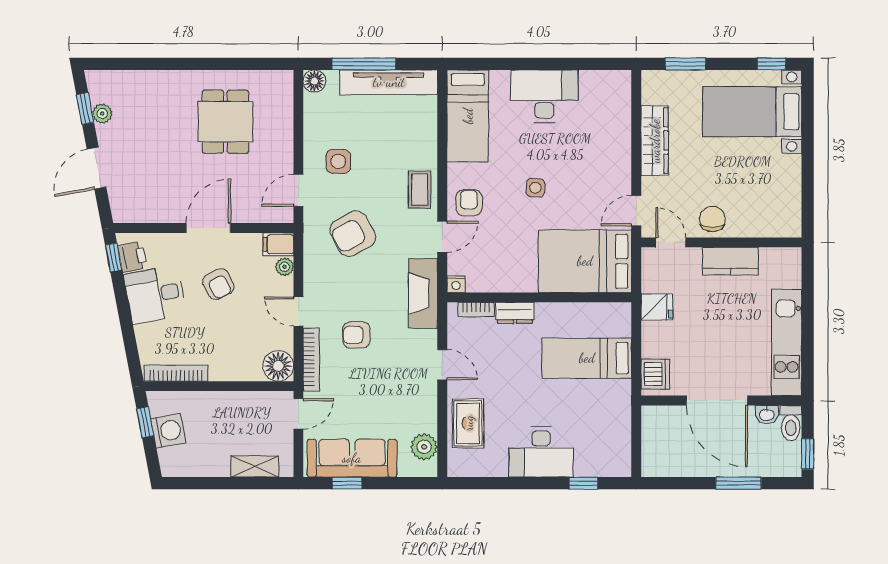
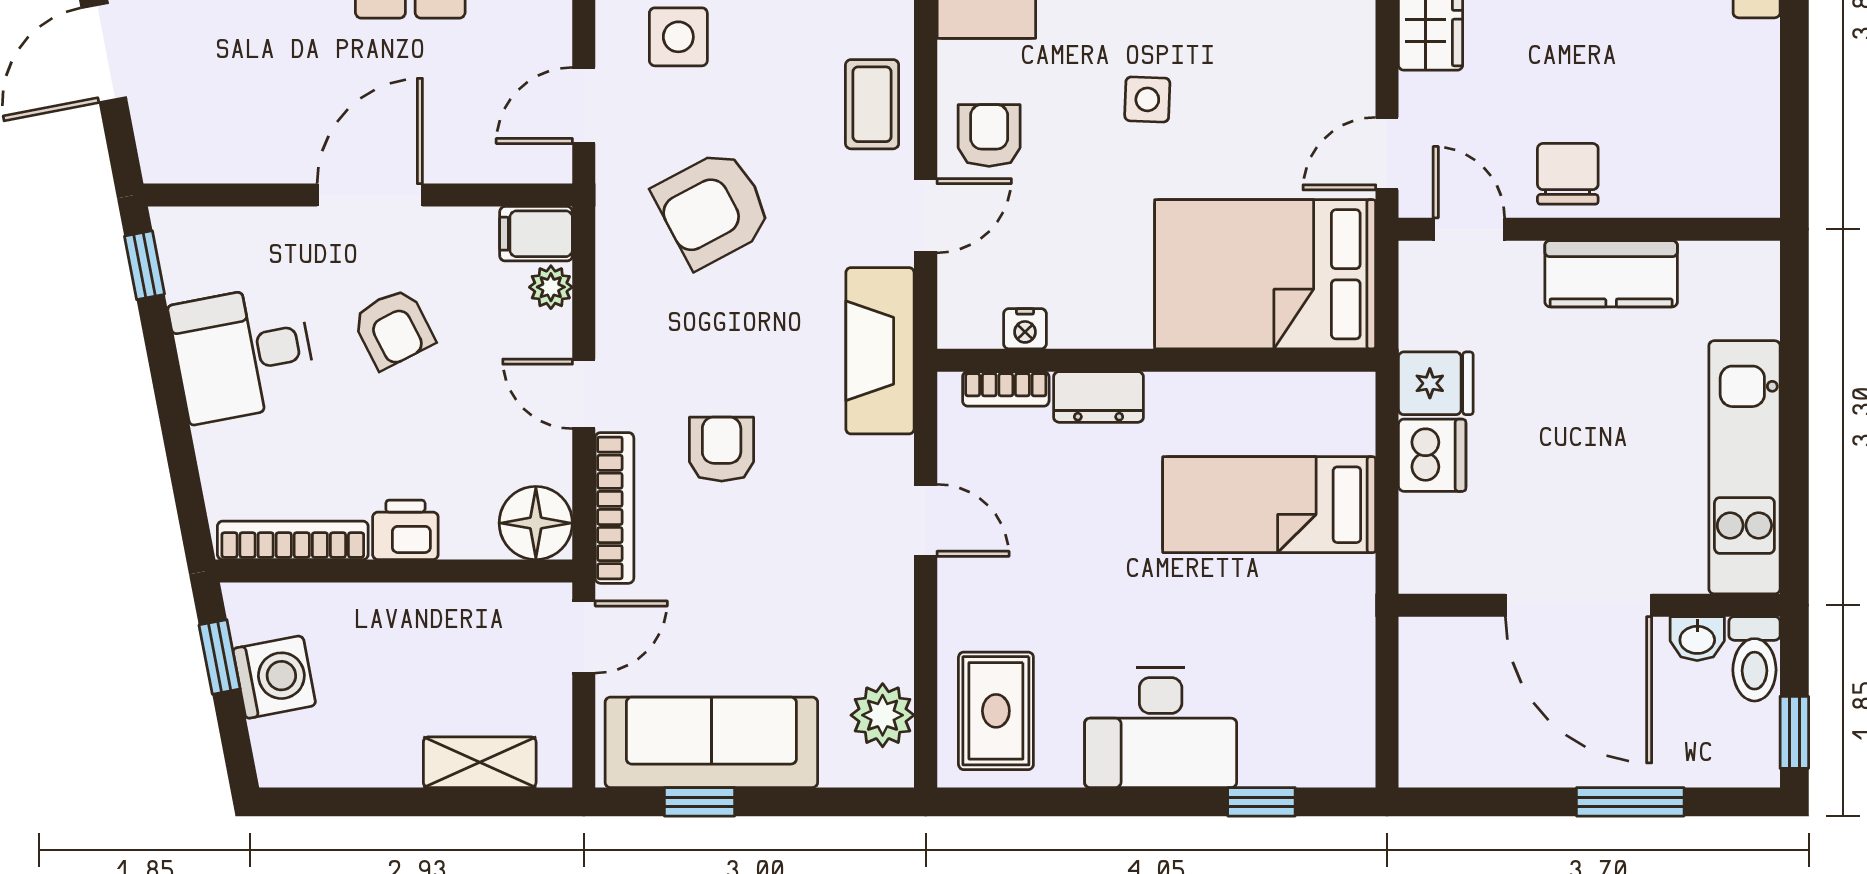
printer: (132, 257) -> (405, 530), moved, turned -79
nightstand: (456, 284) -> (1025, 329), moved
armchair: (356, 335) -> (722, 449), turned 90
dishwasher: (655, 374) -> (1432, 455), moved
rug: (468, 423) -> (996, 711), moved

